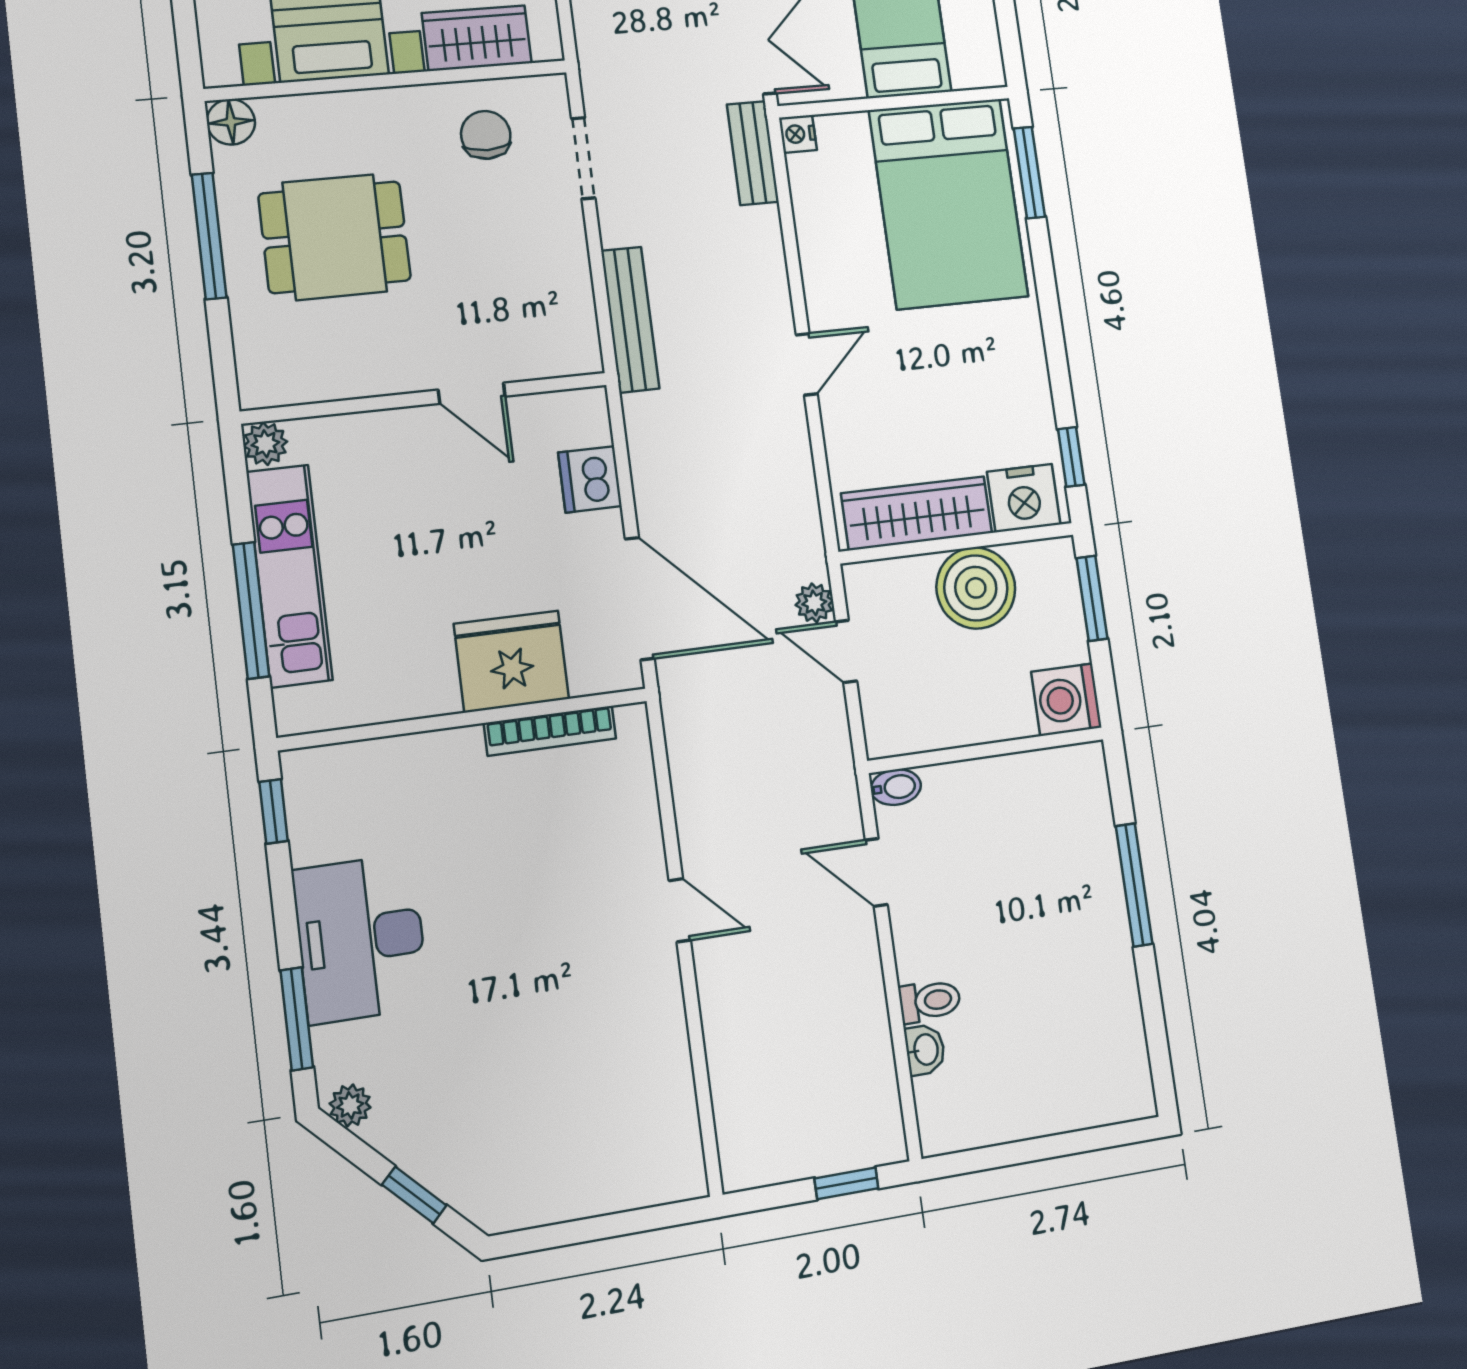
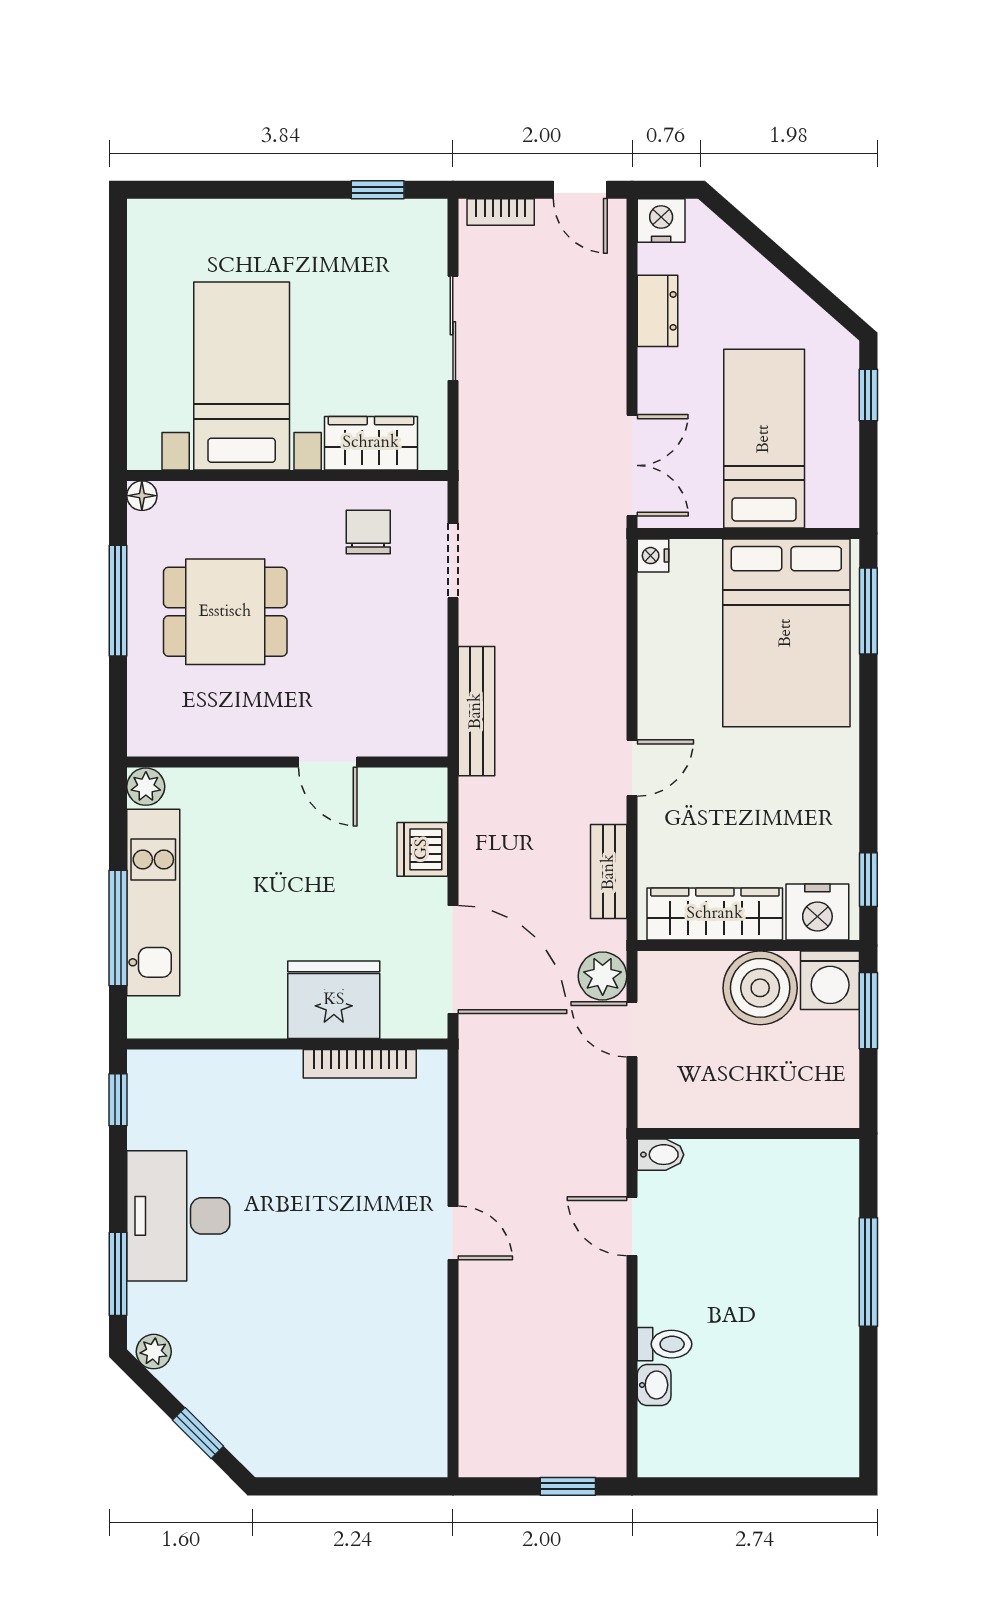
floor lamp: (231, 122) -> (142, 496), width x0.73, depth x0.73
bench: (753, 153) -> (609, 872), moved
plant: (814, 603) -> (603, 976), width x1.38, depth x1.38
washing machine: (1066, 700) -> (830, 980), moved, turned -90

